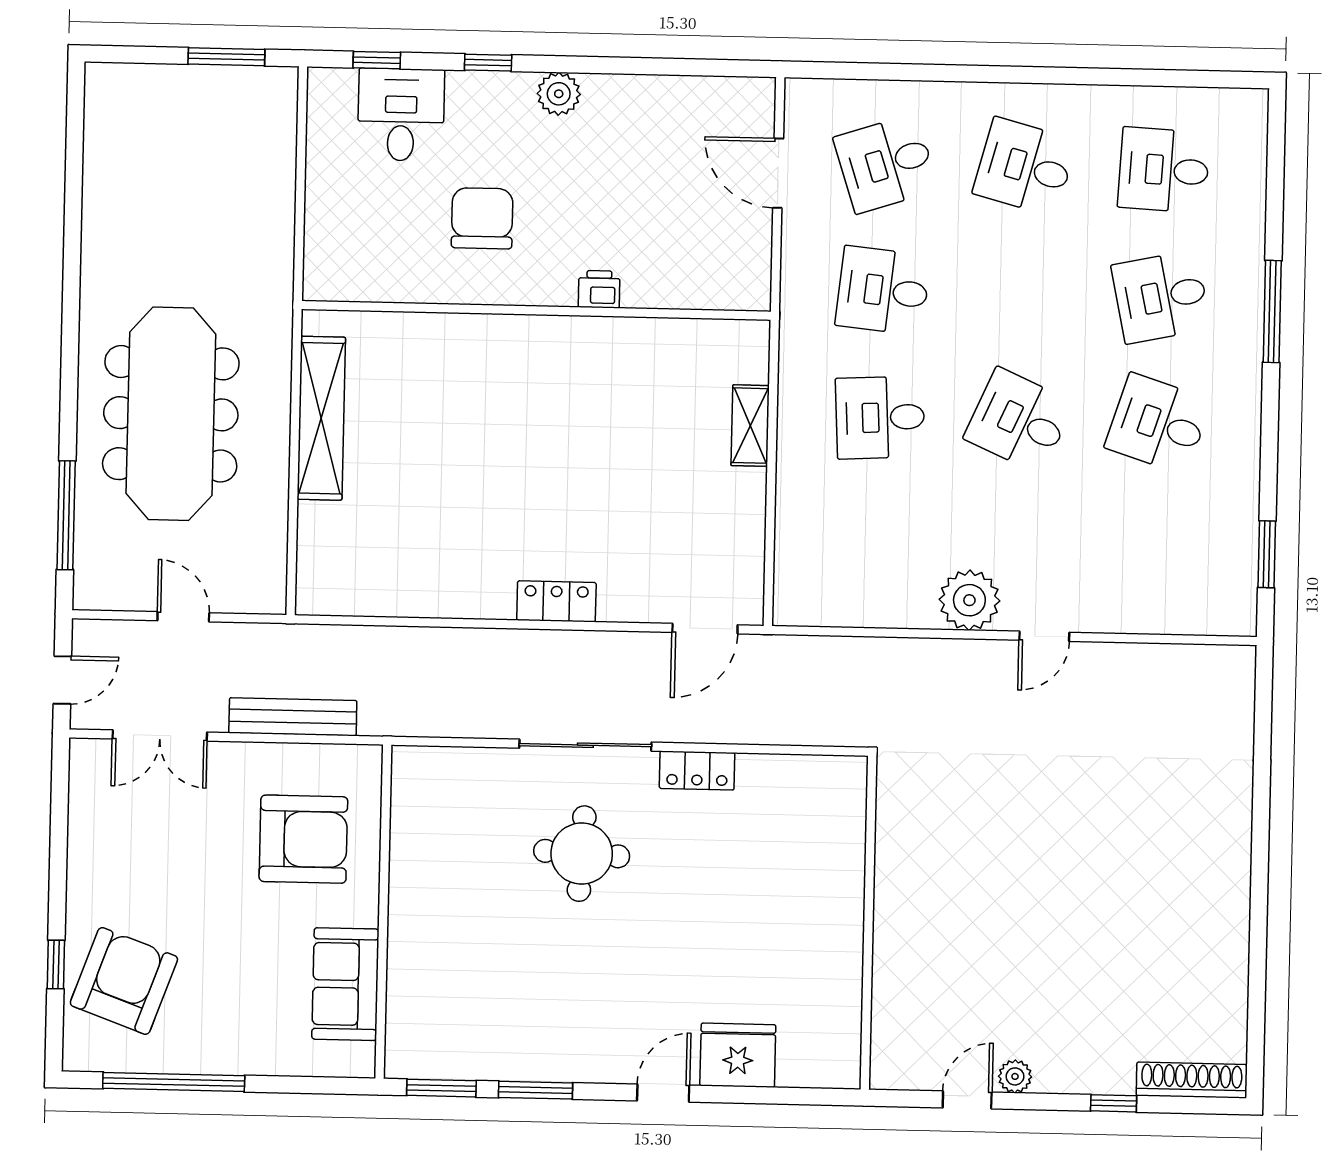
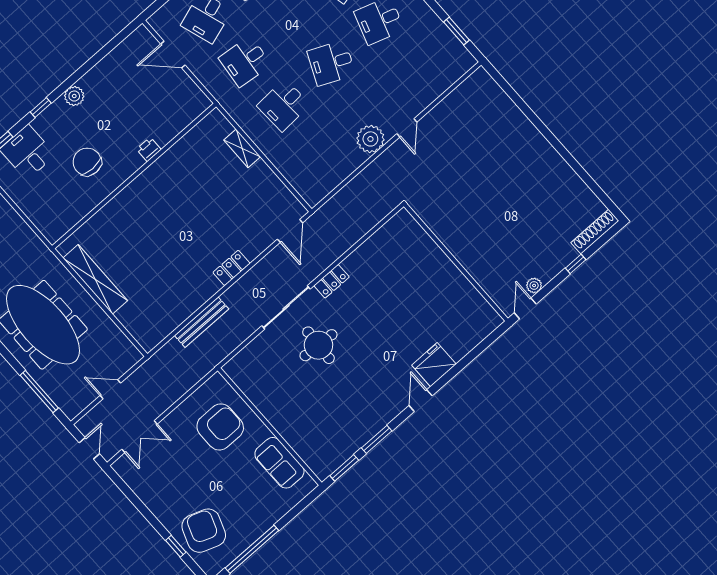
bench: (293, 717) -> (202, 322), moved
wall: (868, 923) -> (456, 262), moved

